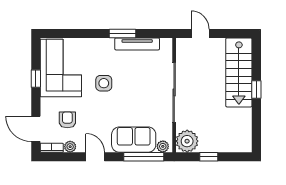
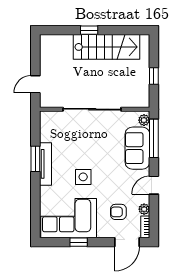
tv unit: (137, 44) -> (45, 164), moved
stairs: (239, 72) -> (107, 47), moved
plant: (187, 141) -> (139, 97), removed

